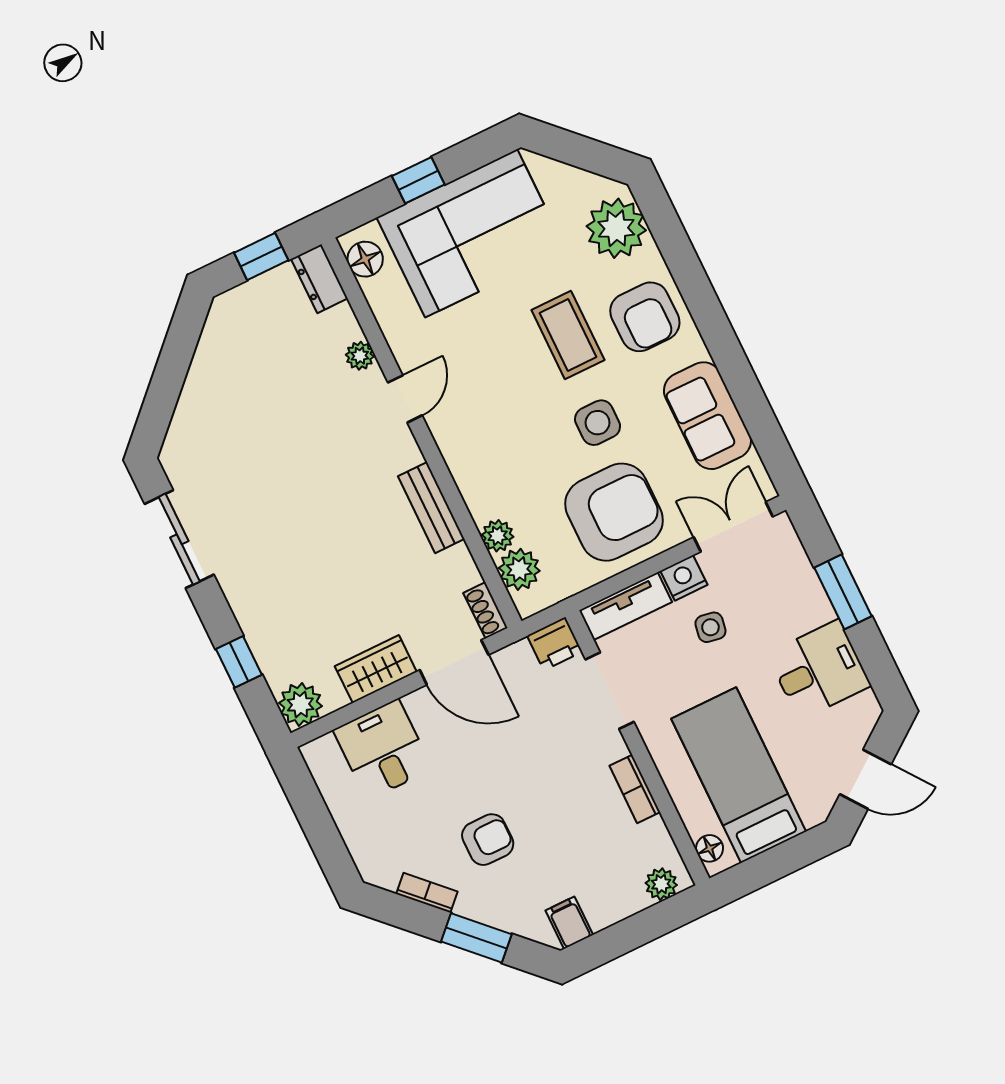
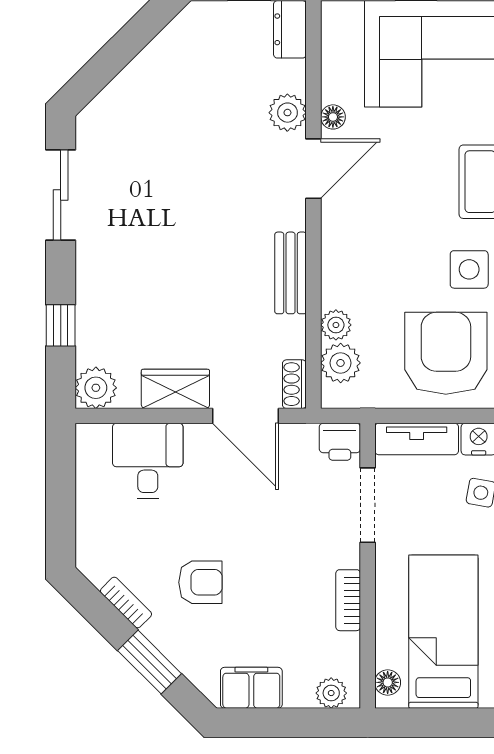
floor lamp: (365, 259) -> (333, 117), moved, width x0.73, depth x0.73
plant: (360, 356) -> (287, 113), width x1.38, depth x1.38
door: (405, 399) -> (313, 169), width x1.38
armchair: (614, 512) -> (446, 353), turned -90
filing cabinet: (569, 923) -> (251, 688), width x2.00

